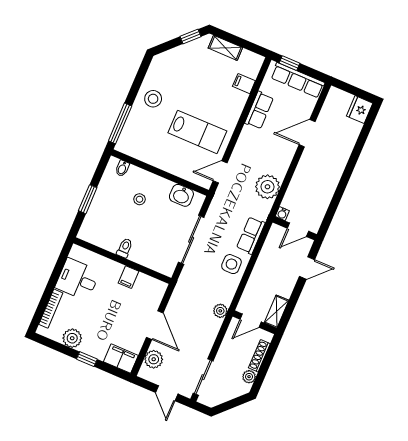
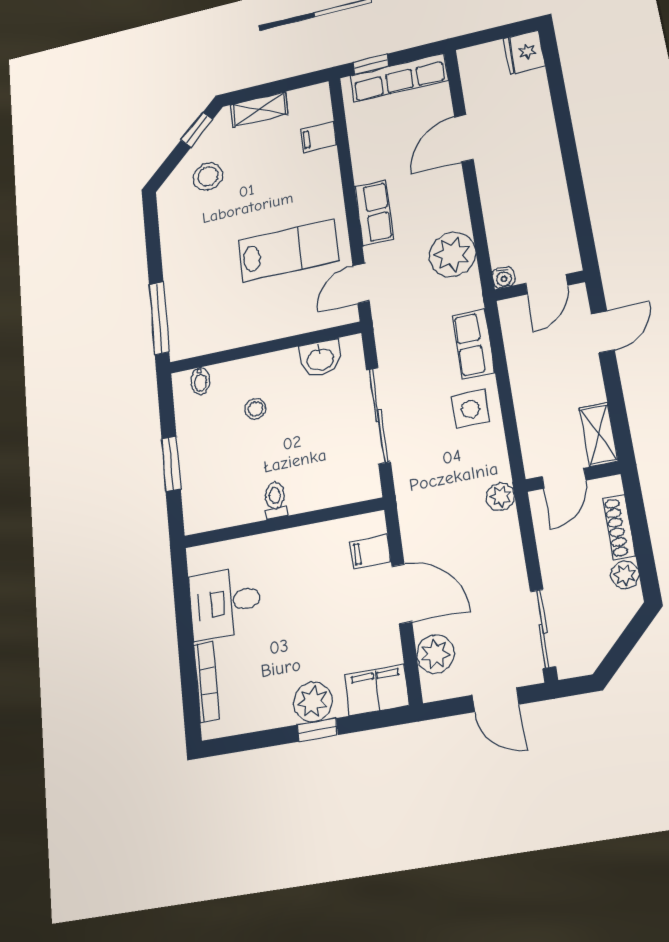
stool: (153, 99) -> (208, 176), moved
row of seats: (259, 110) -> (374, 213), moved
filing cabinet: (128, 277) -> (370, 552), moved, turned 90
plant: (72, 338) -> (313, 702), moved

